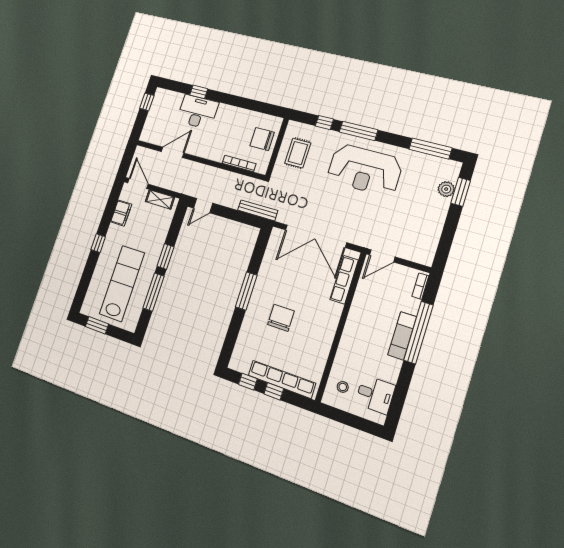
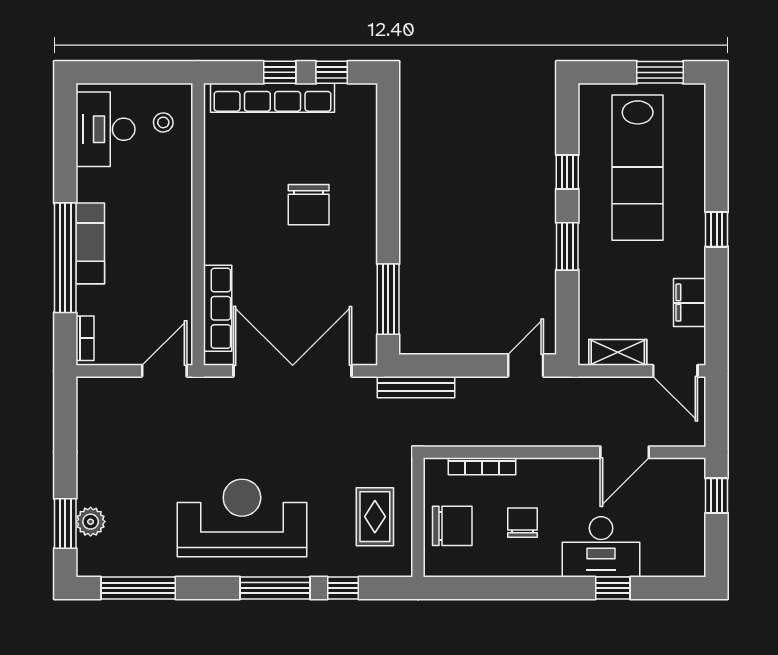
window: (147, 102) -> (717, 496), moved
chair: (229, 132) -> (523, 523), added
window: (246, 291) -> (388, 299), moved
window: (154, 292) -> (567, 172), width x0.46
desk: (375, 395) -> (105, 129), width x1.37

